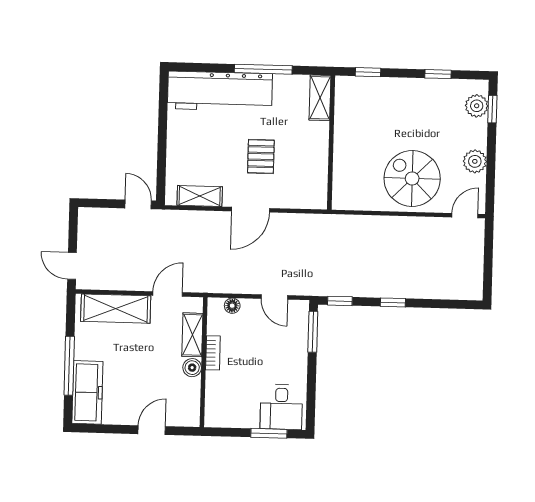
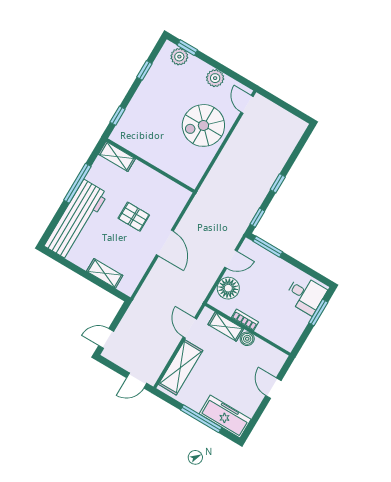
shelving: (200, 196) -> (105, 273), moved, turned 90
door: (138, 204) -> (106, 339), moved
floor lamp: (232, 306) -> (228, 288), width x1.89, depth x1.89

